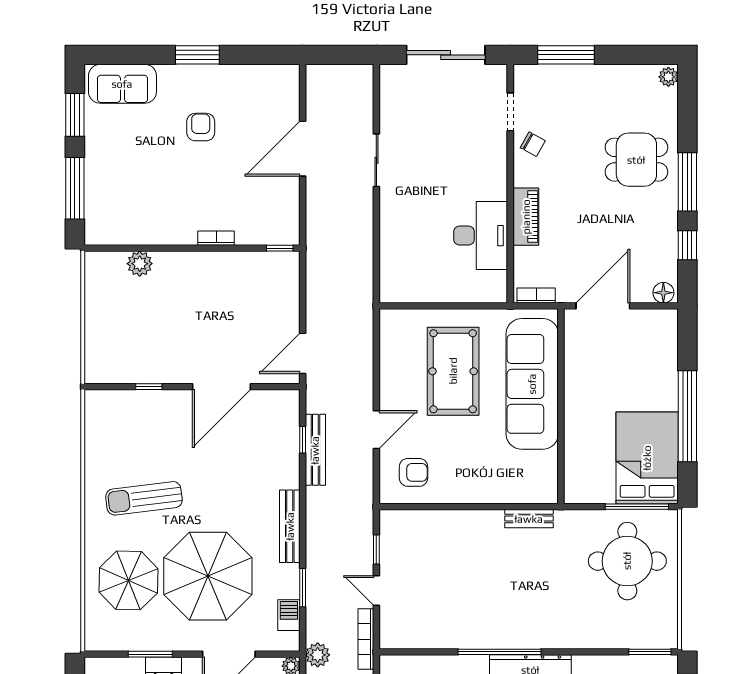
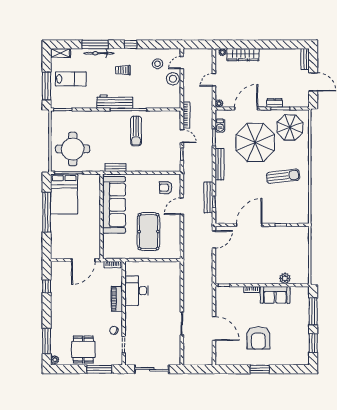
sofa: (122, 84) -> (275, 295), moved, turned 180
armchair: (201, 127) -> (258, 338), width x1.88, depth x1.88
door: (303, 149) -> (214, 329), hinge flipped
dining table: (636, 160) -> (83, 350), moved, turned 90
window: (687, 182) -> (47, 341), moved
floor lamp: (663, 293) -> (57, 266), removed
sofa: (532, 384) -> (114, 205), moved
parasol: (128, 580) -> (290, 128), moved
sun lounger: (482, 602) -> (136, 131), added
plant: (318, 655) -> (207, 108), removed

